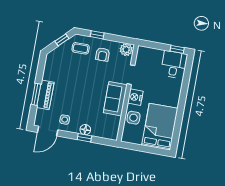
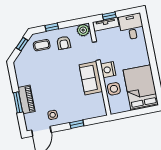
window: (177, 49) -> (109, 16), moved
tv unit: (150, 52) -> (106, 24), added
floor lamp: (85, 130) -> (75, 117), removed

